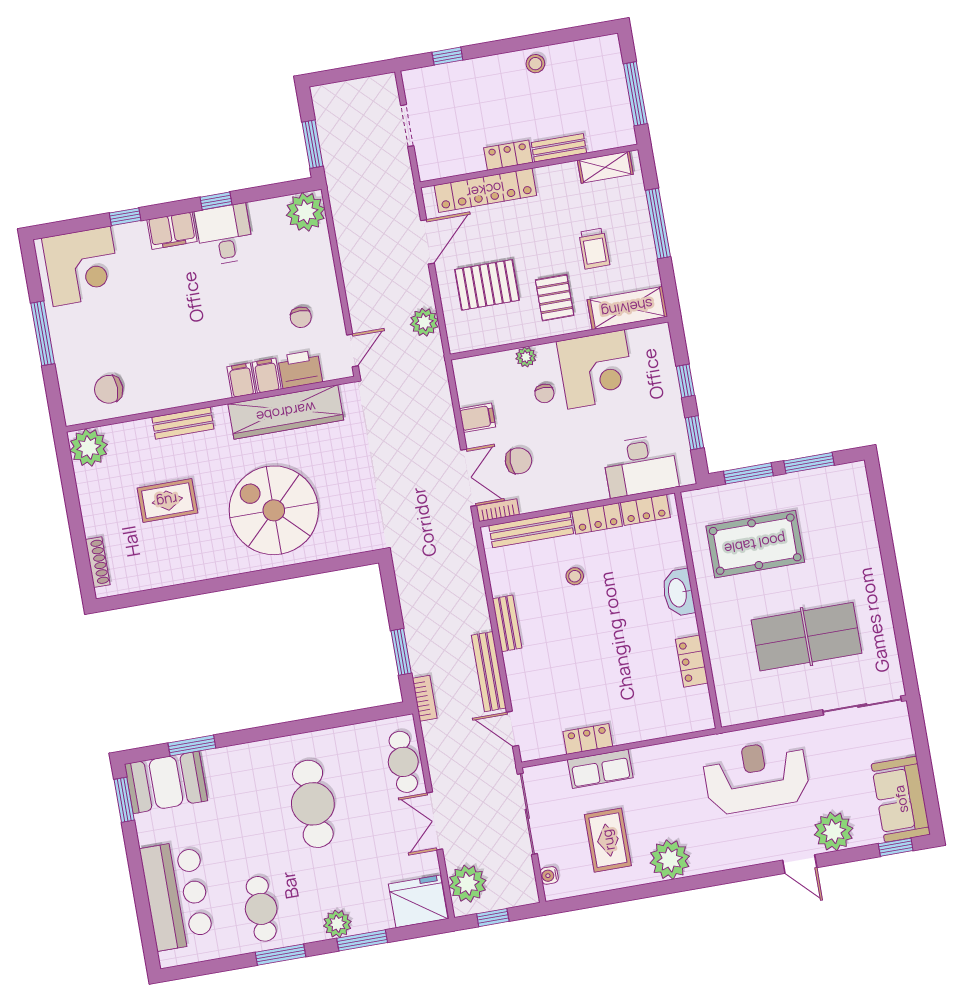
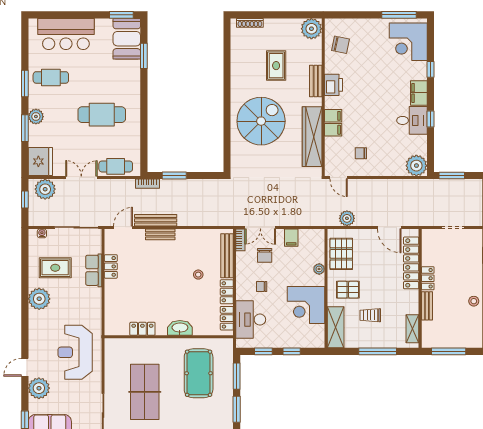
pallet: (487, 285) -> (341, 254), moved
window: (43, 333) -> (399, 15), moved
printer: (300, 369) -> (333, 85), moved
chair: (109, 389) -> (341, 45), turned 102
chair: (544, 393) -> (262, 287), moved
bench: (507, 623) -> (160, 234), moved
reception desk: (756, 777) -> (75, 352), turned 180

